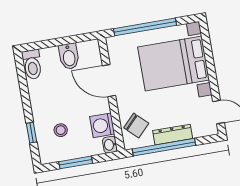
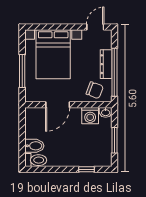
window: (145, 27) -> (22, 71), width x0.68
bidet: (69, 56) -> (34, 146), moved
chair: (136, 126) -> (95, 90), turned 67
stool: (61, 130) -> (88, 147), removed

